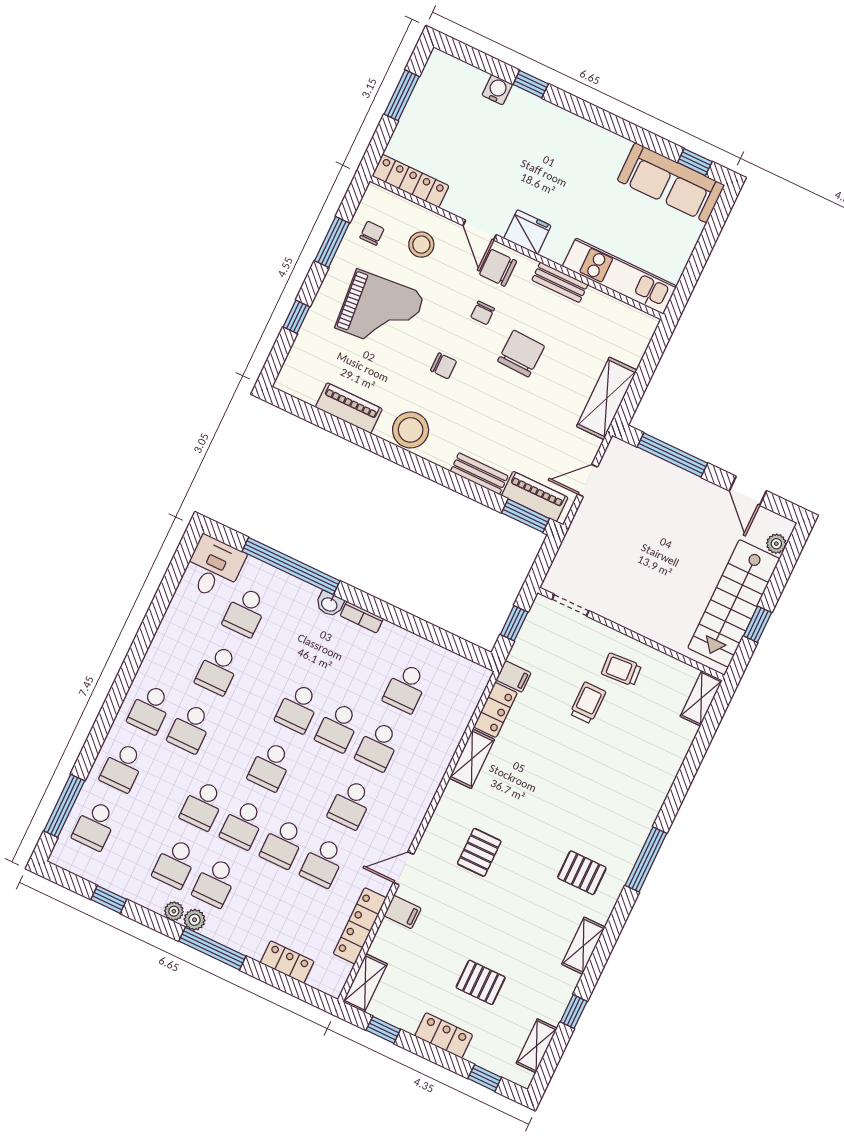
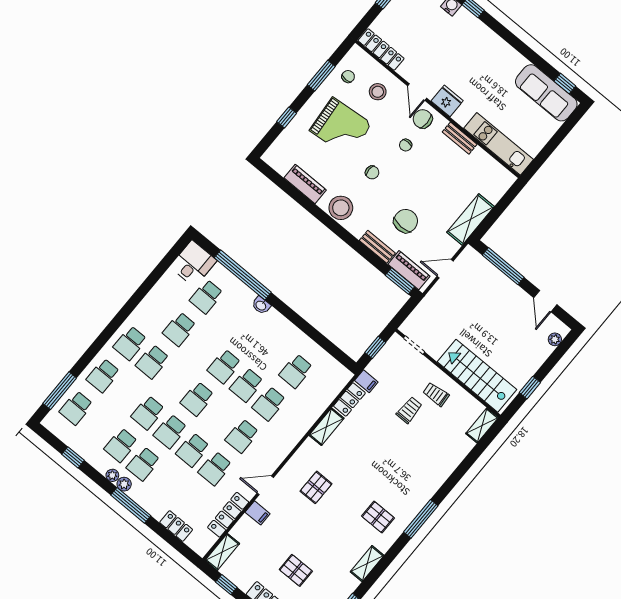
chair: (521, 354) -> (406, 221), moved
stairs: (734, 603) -> (477, 376), moved, turned 90
bookcase: (362, 617) -> (279, 319), removed

